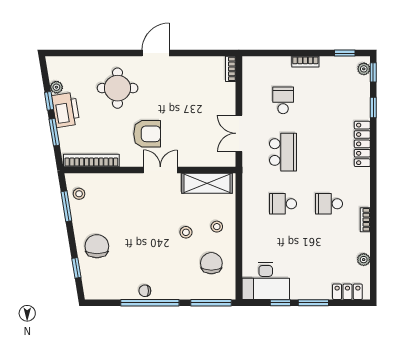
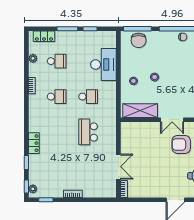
school desk: (283, 100) -> (57, 61), moved, turned -90
double door: (239, 133) -> (118, 167), moved
locker: (362, 144) -> (34, 143), width x0.66
chair: (211, 263) -> (139, 40), moved
desk: (266, 281) -> (103, 65), moved, turned 90

